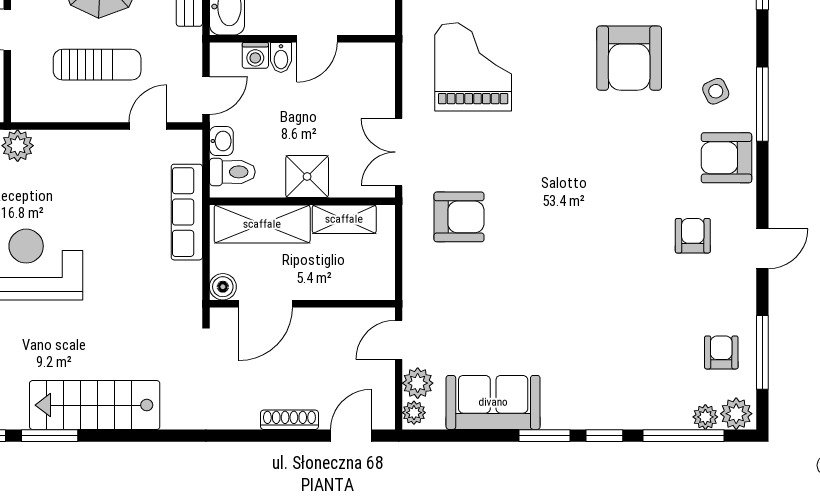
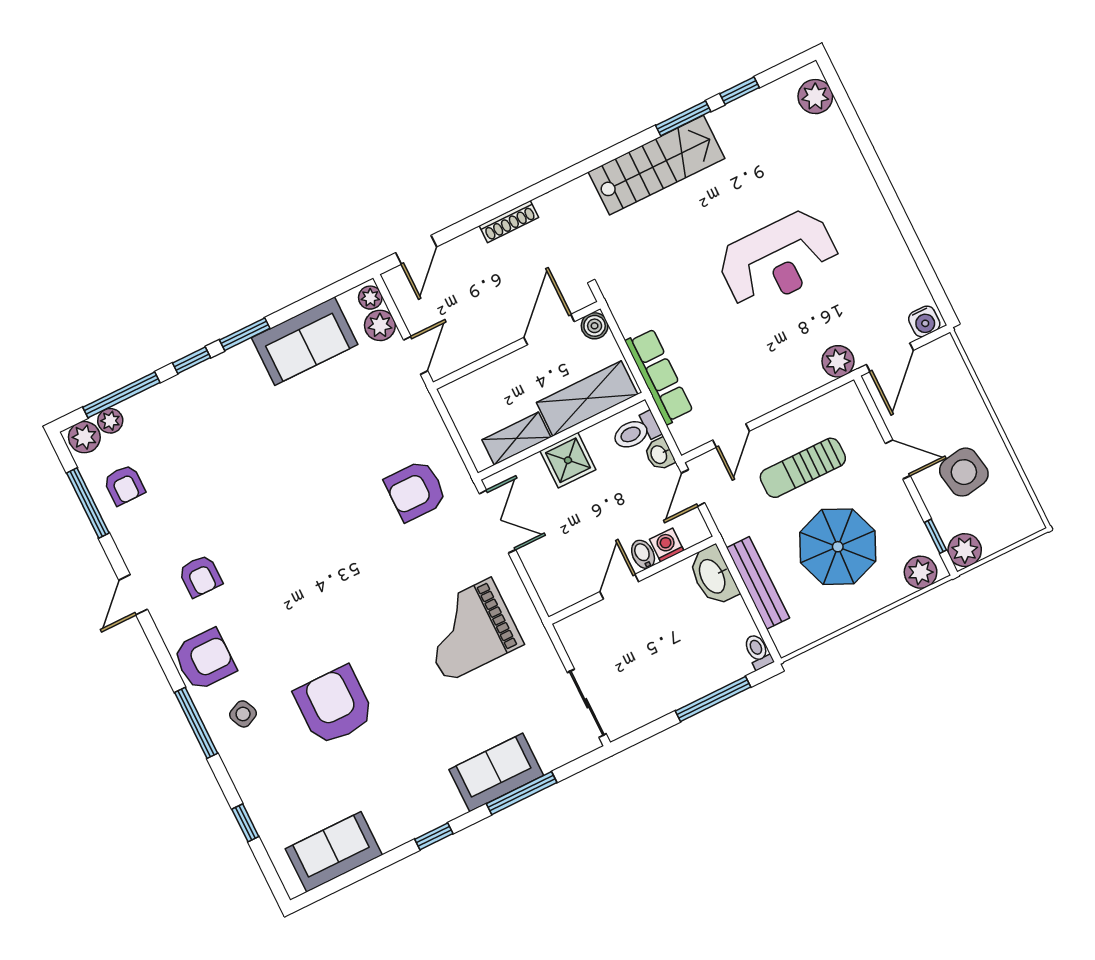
grand piano: (473, 67) -> (469, 630), turned 90
shoe rack: (289, 420) -> (509, 222), moved

